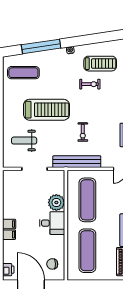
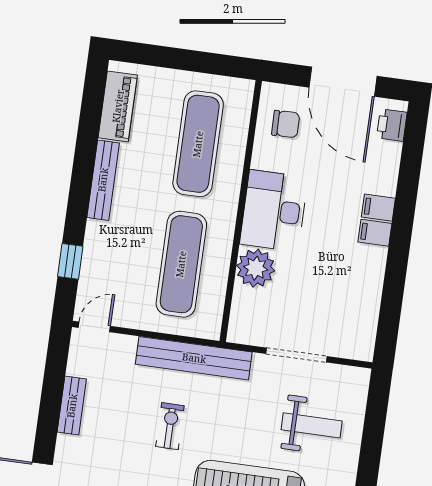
desk: (52, 223) -> (274, 211), width x1.37

